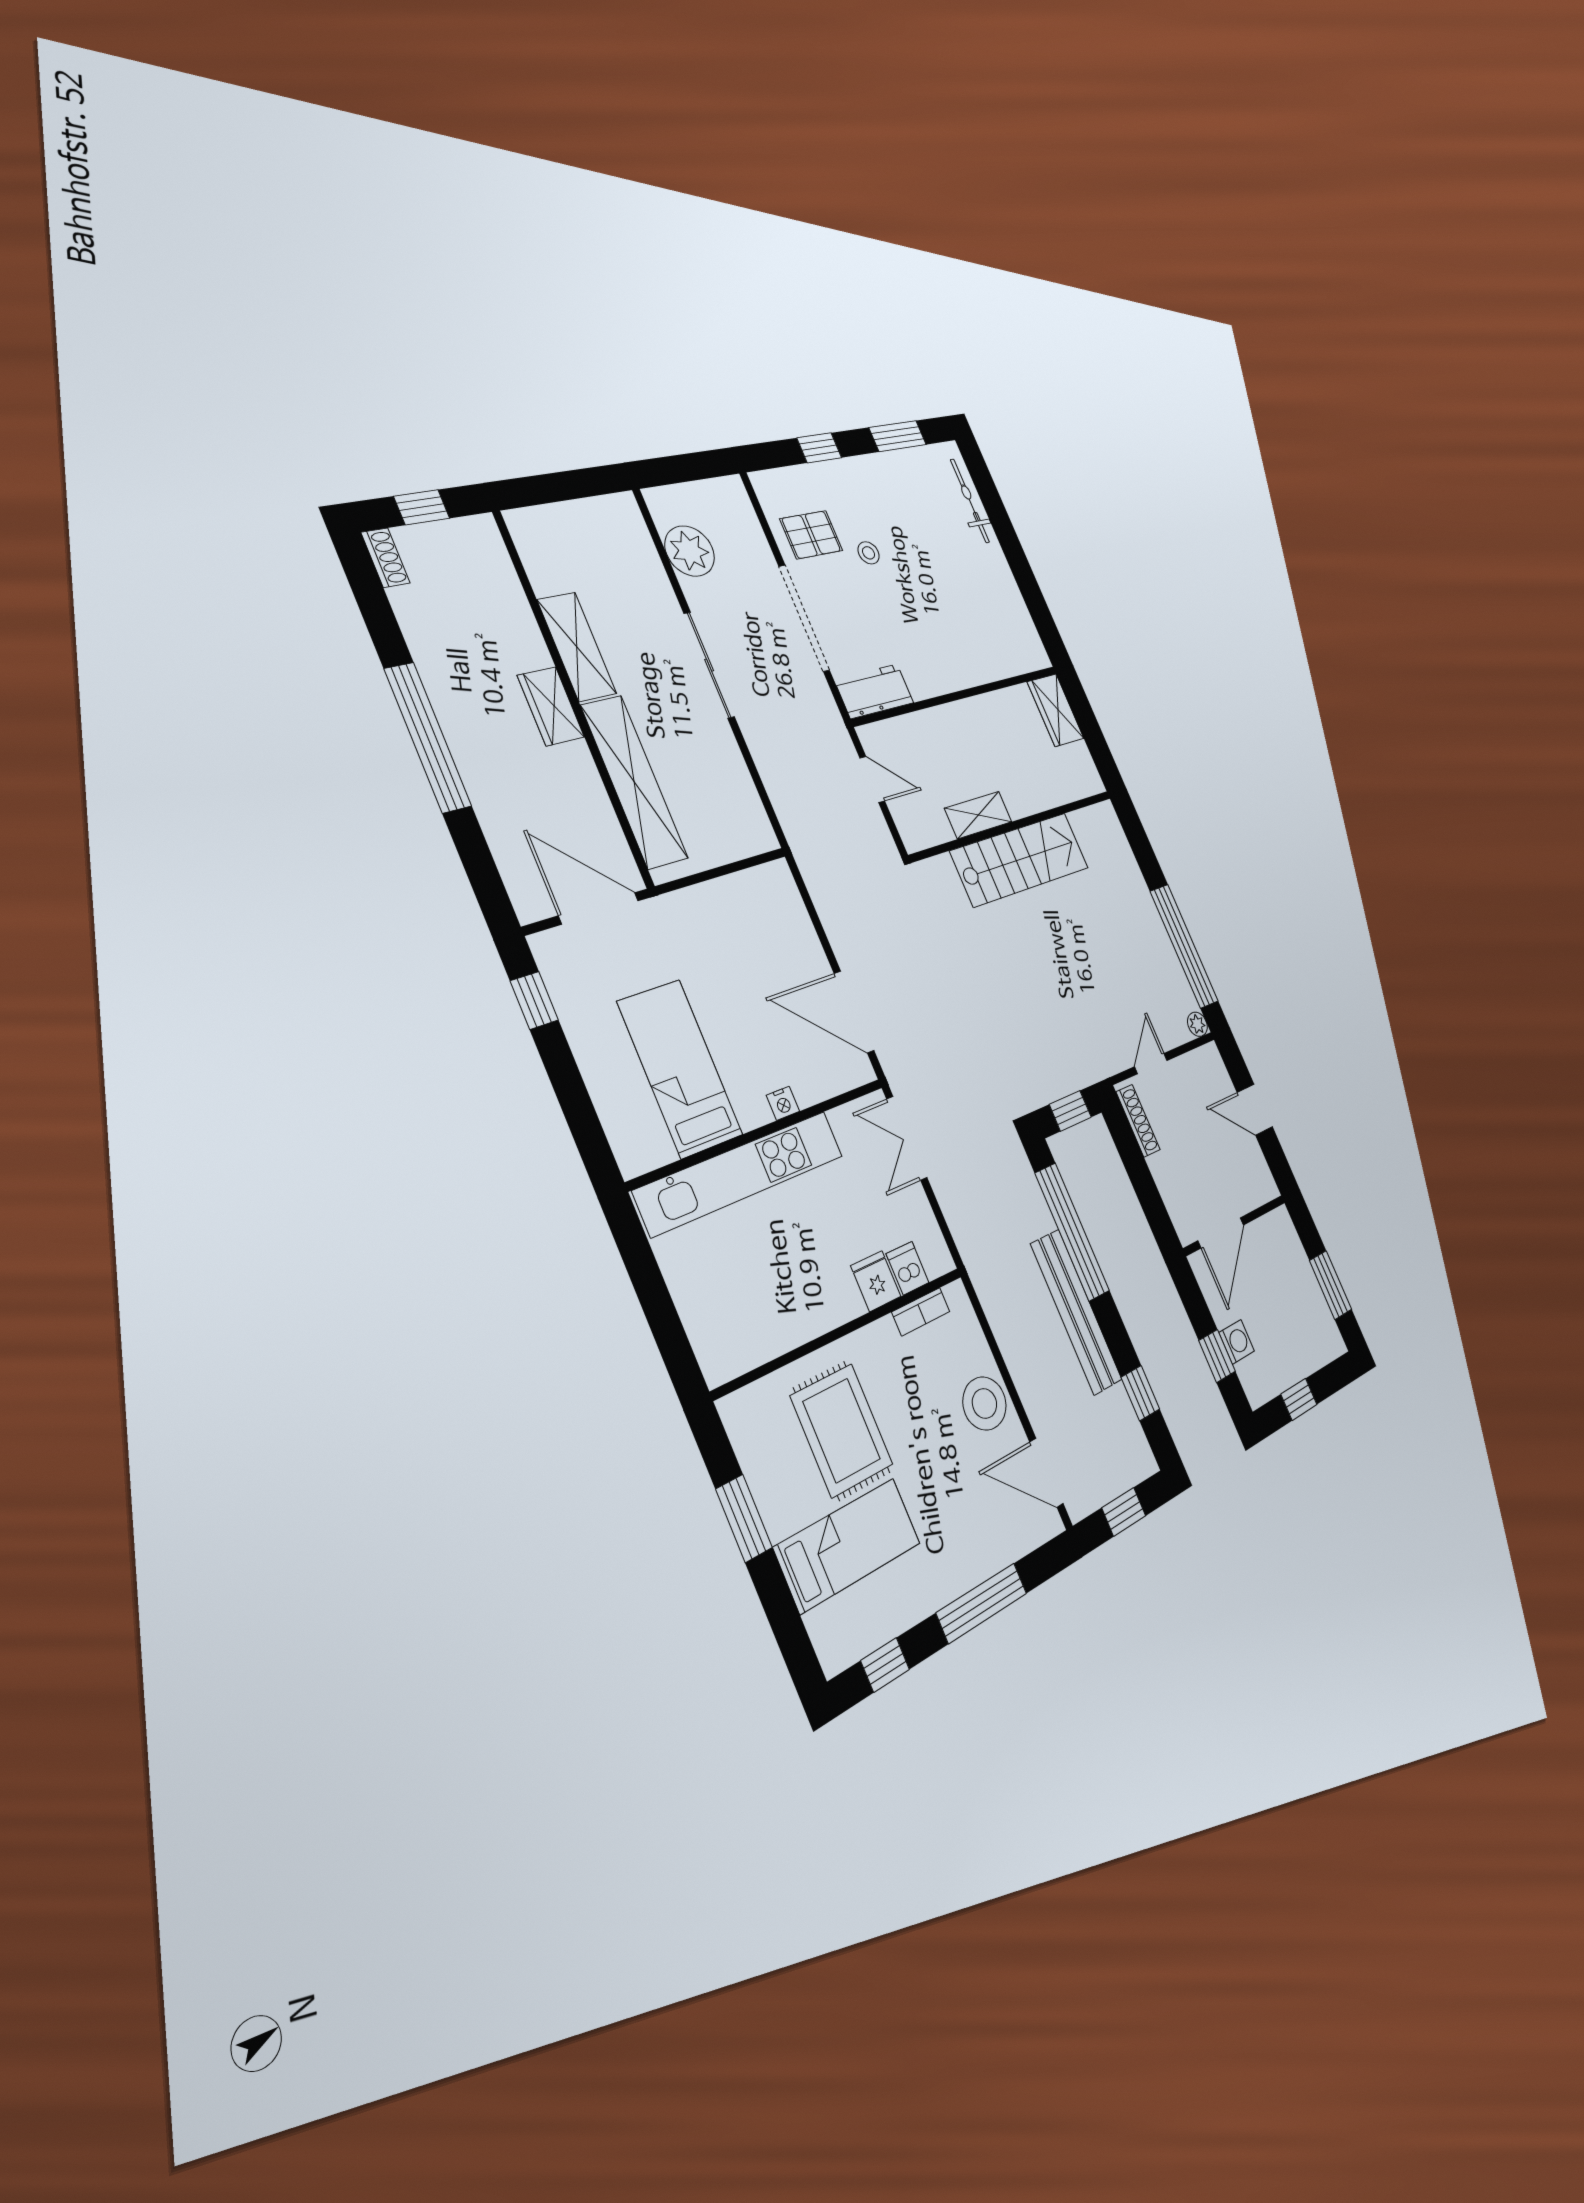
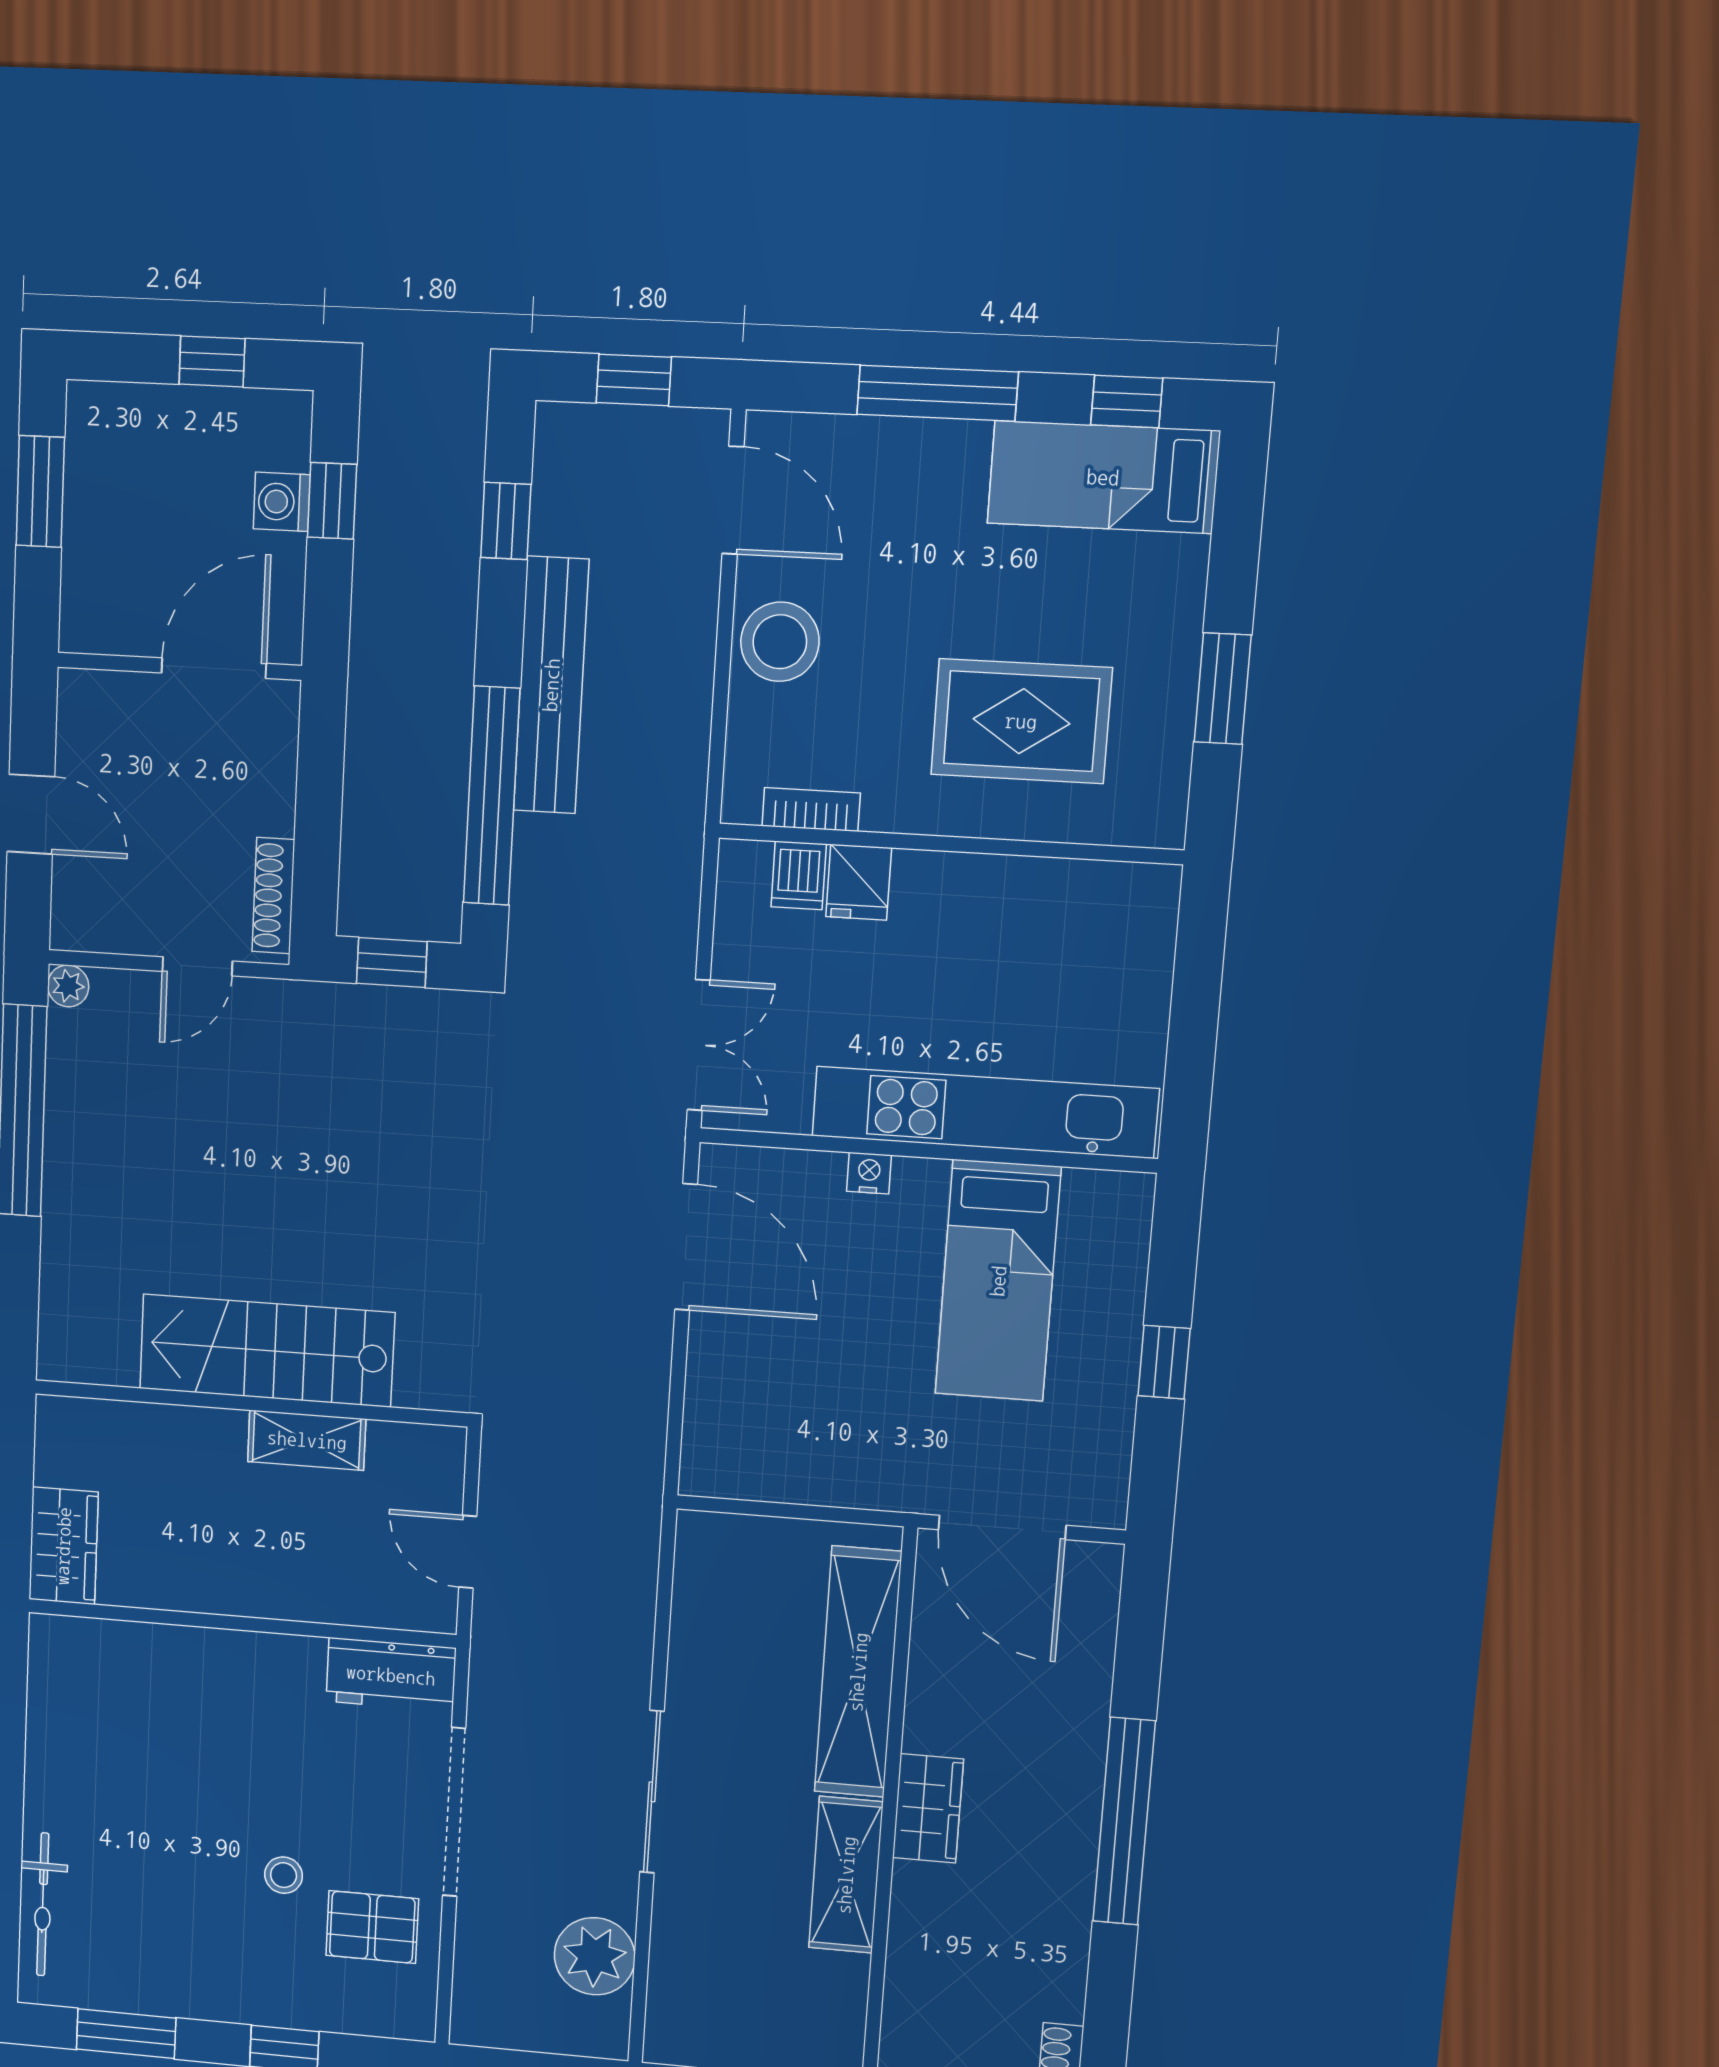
window: (534, 1000) -> (1164, 1362), moved
rug: (842, 1430) -> (1021, 721), turned 90
bed: (848, 1545) -> (1103, 477), moved

